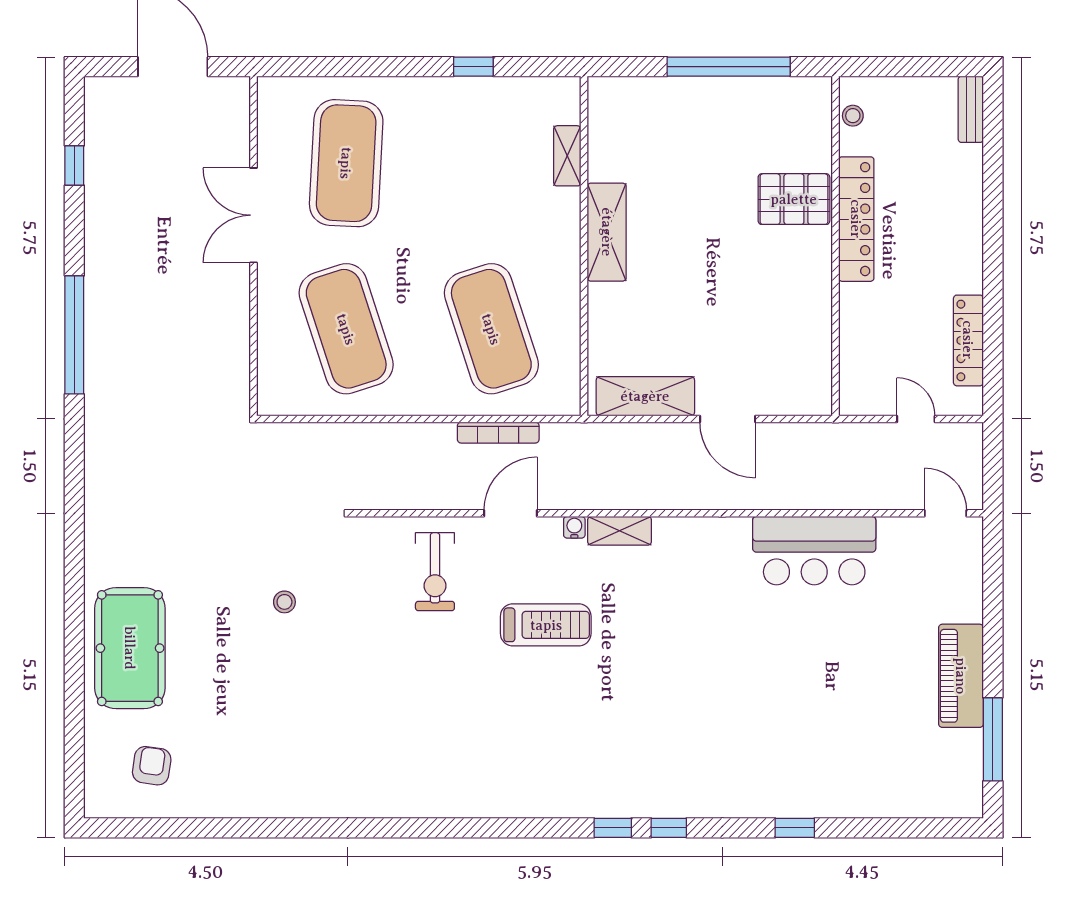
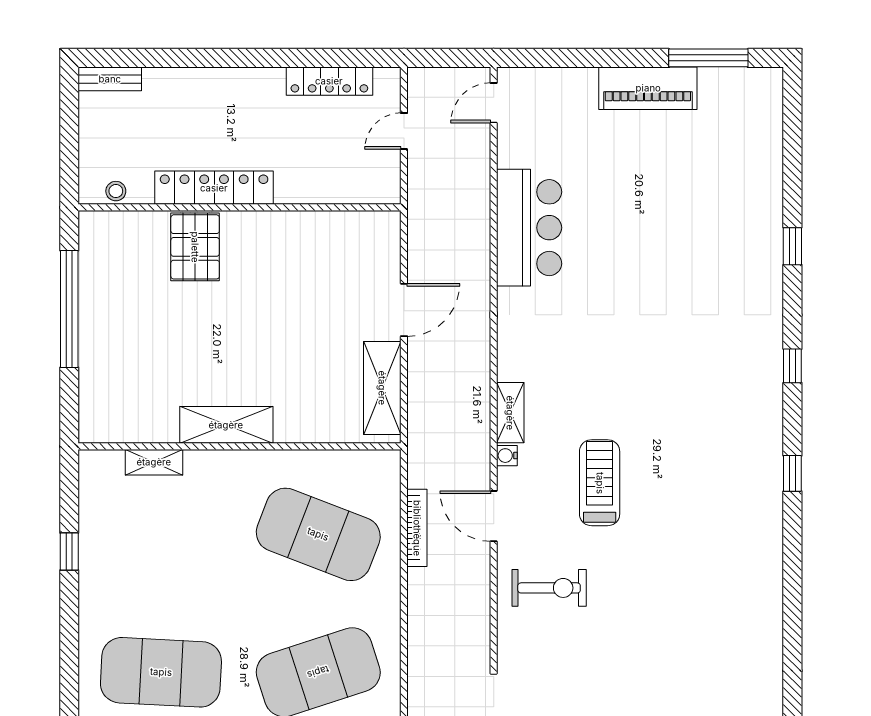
exercise mat: (491, 329) -> (318, 534), turned 39
window: (613, 828) -> (792, 473), moved

